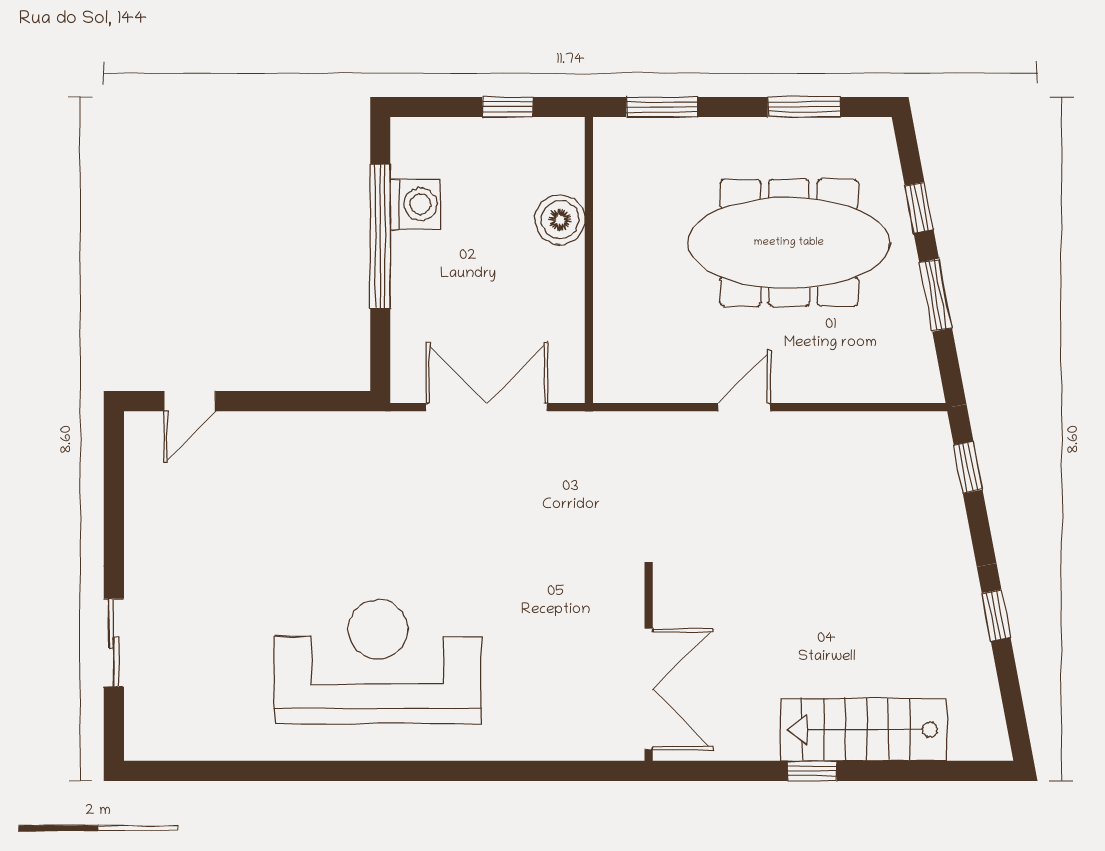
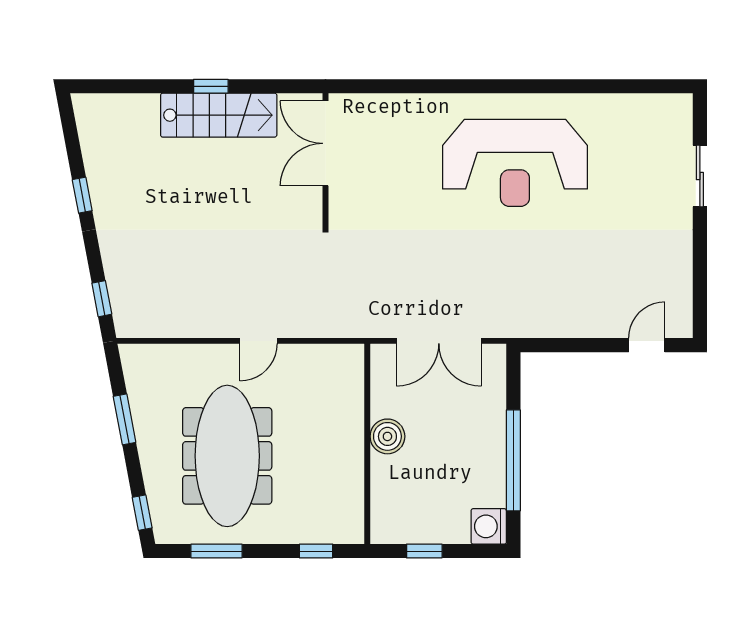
window: (662, 107) -> (316, 551), width x0.67
washing machine: (415, 204) -> (489, 526), moved
window: (919, 208) -> (142, 513), moved
boiler: (560, 220) -> (387, 436), moved
meeting table: (789, 243) -> (227, 456), turned 90
stairs: (863, 730) -> (219, 115), moved

